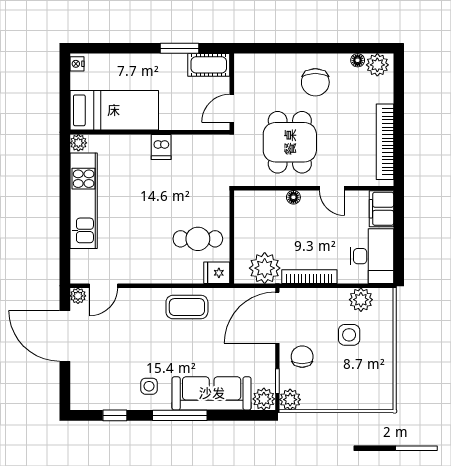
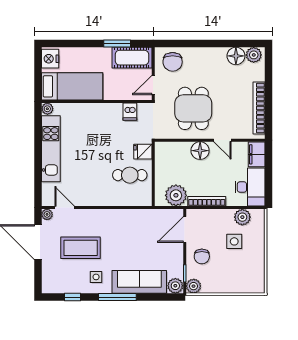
floor lamp: (358, 60) -> (236, 56), width x1.89, depth x1.89
nightstand: (77, 64) -> (50, 59), width x1.89, depth x1.79
cot: (209, 65) -> (132, 58), width x1.37, depth x1.34
chair: (315, 82) -> (173, 62), moved
dishwasher: (161, 147) -> (130, 112), moved
floor lamp: (293, 197) -> (200, 151), width x1.89, depth x1.89
fridge: (217, 273) -> (143, 152), moved
door: (104, 286) -> (65, 208), swing flipped
coffee table: (187, 307) -> (81, 248), moved, width x1.36, depth x1.32
door: (277, 318) -> (185, 229), width x0.73
chair: (302, 357) -> (202, 256), turned 180

